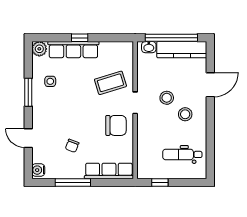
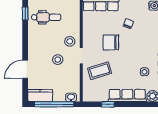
window: (80, 38) -> (108, 104), moved
kitchen counter: (182, 50) -> (40, 95), width x0.67
stool: (185, 114) -> (70, 41), moved
chair: (116, 125) -> (111, 42), moved
window: (210, 160) -> (25, 14), added

